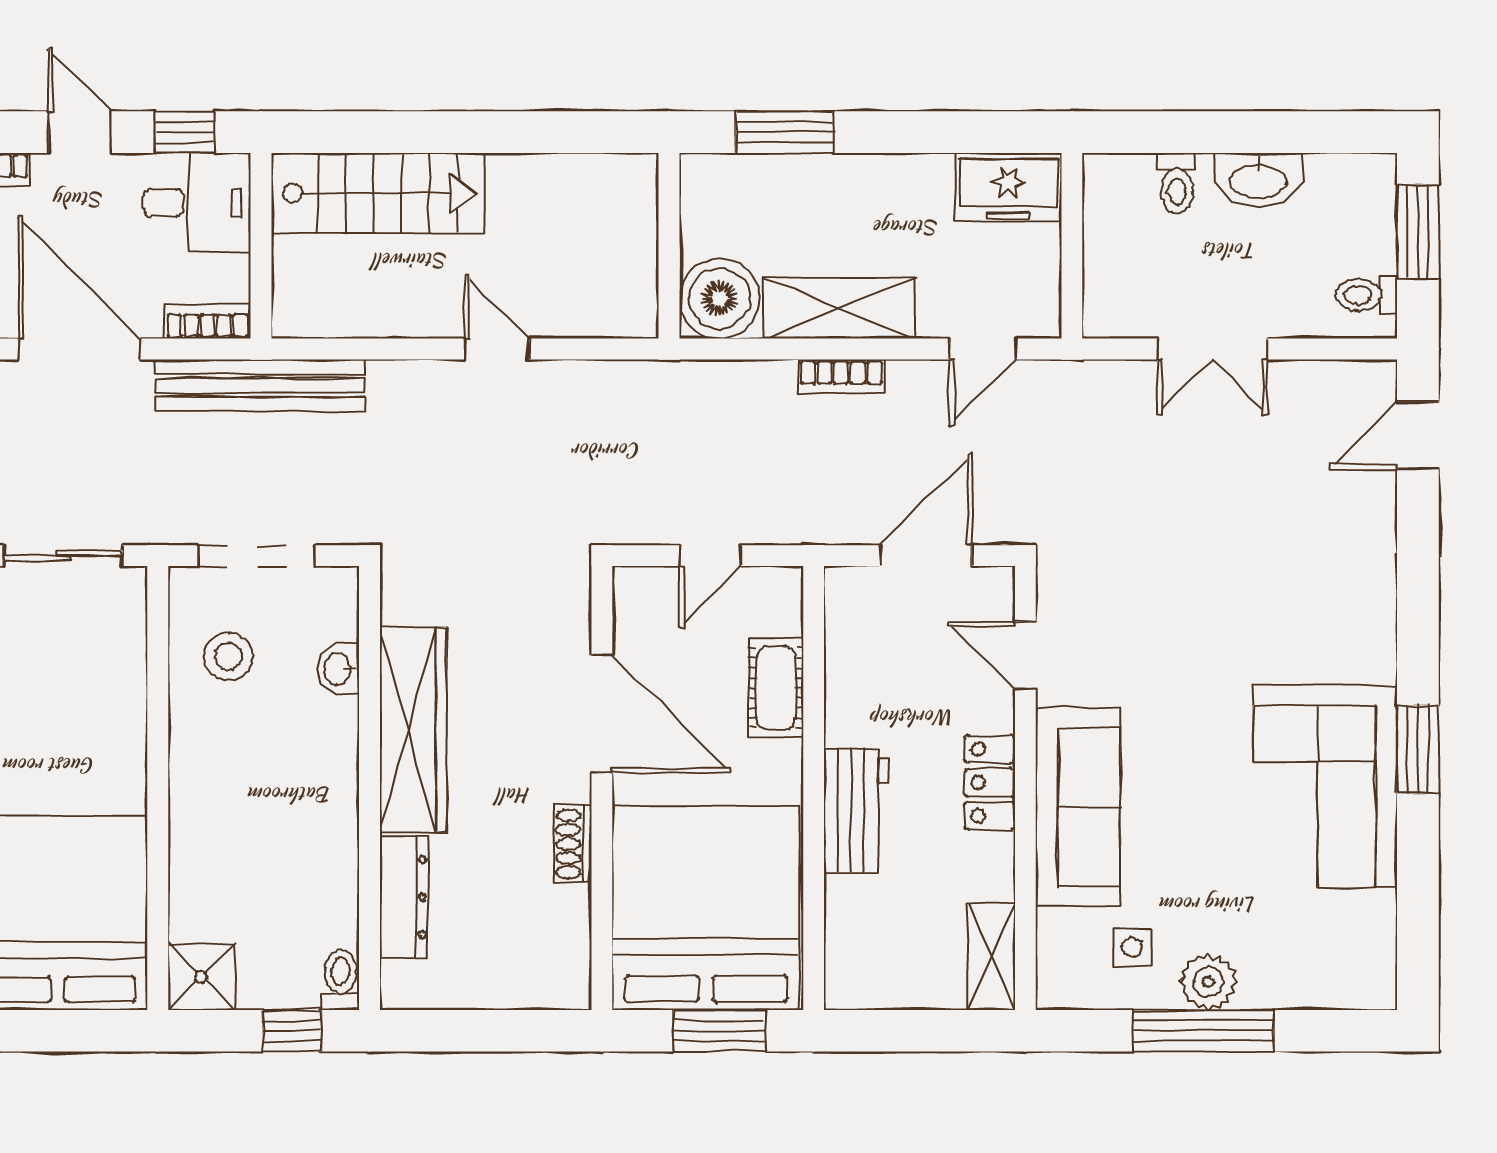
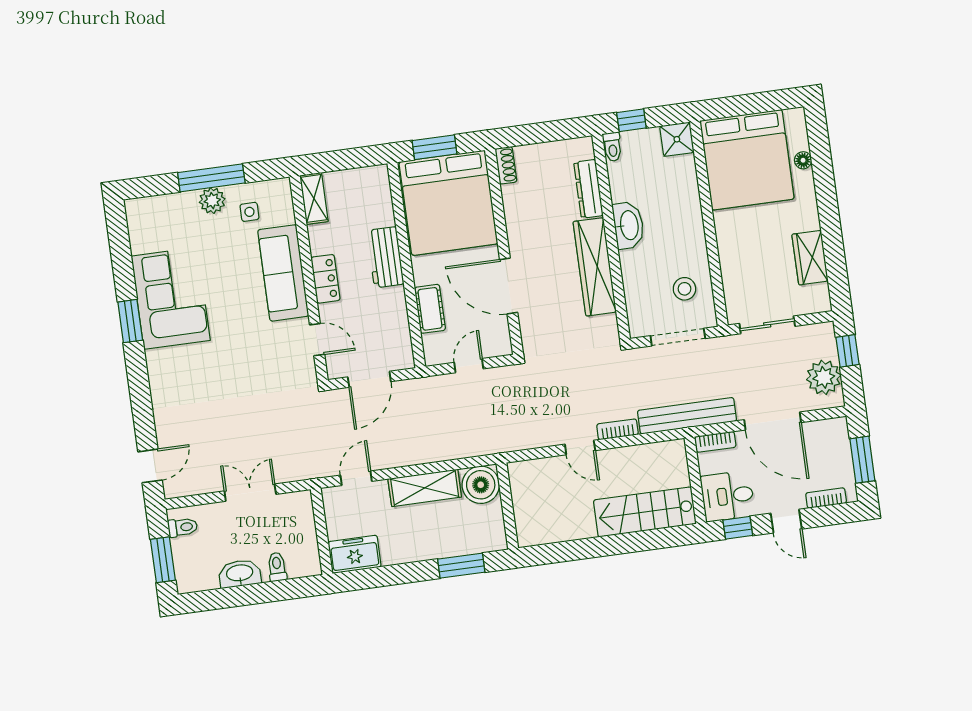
bookcase: (841, 377) -> (617, 429), moved
washbasin: (338, 669) -> (628, 225), moved, width x1.91, depth x1.45
shoe rack: (573, 844) -> (506, 165), moved

